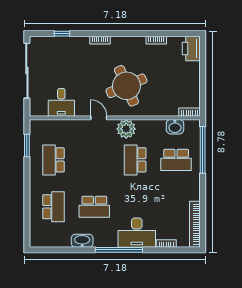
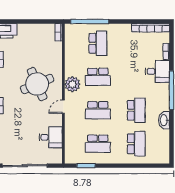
washbasin: (175, 127) -> (71, 44), removed
school desk: (94, 160) -> (98, 110), added
school desk: (54, 207) -> (136, 144), turned 90
desk: (137, 233) -> (157, 71), width x0.73

